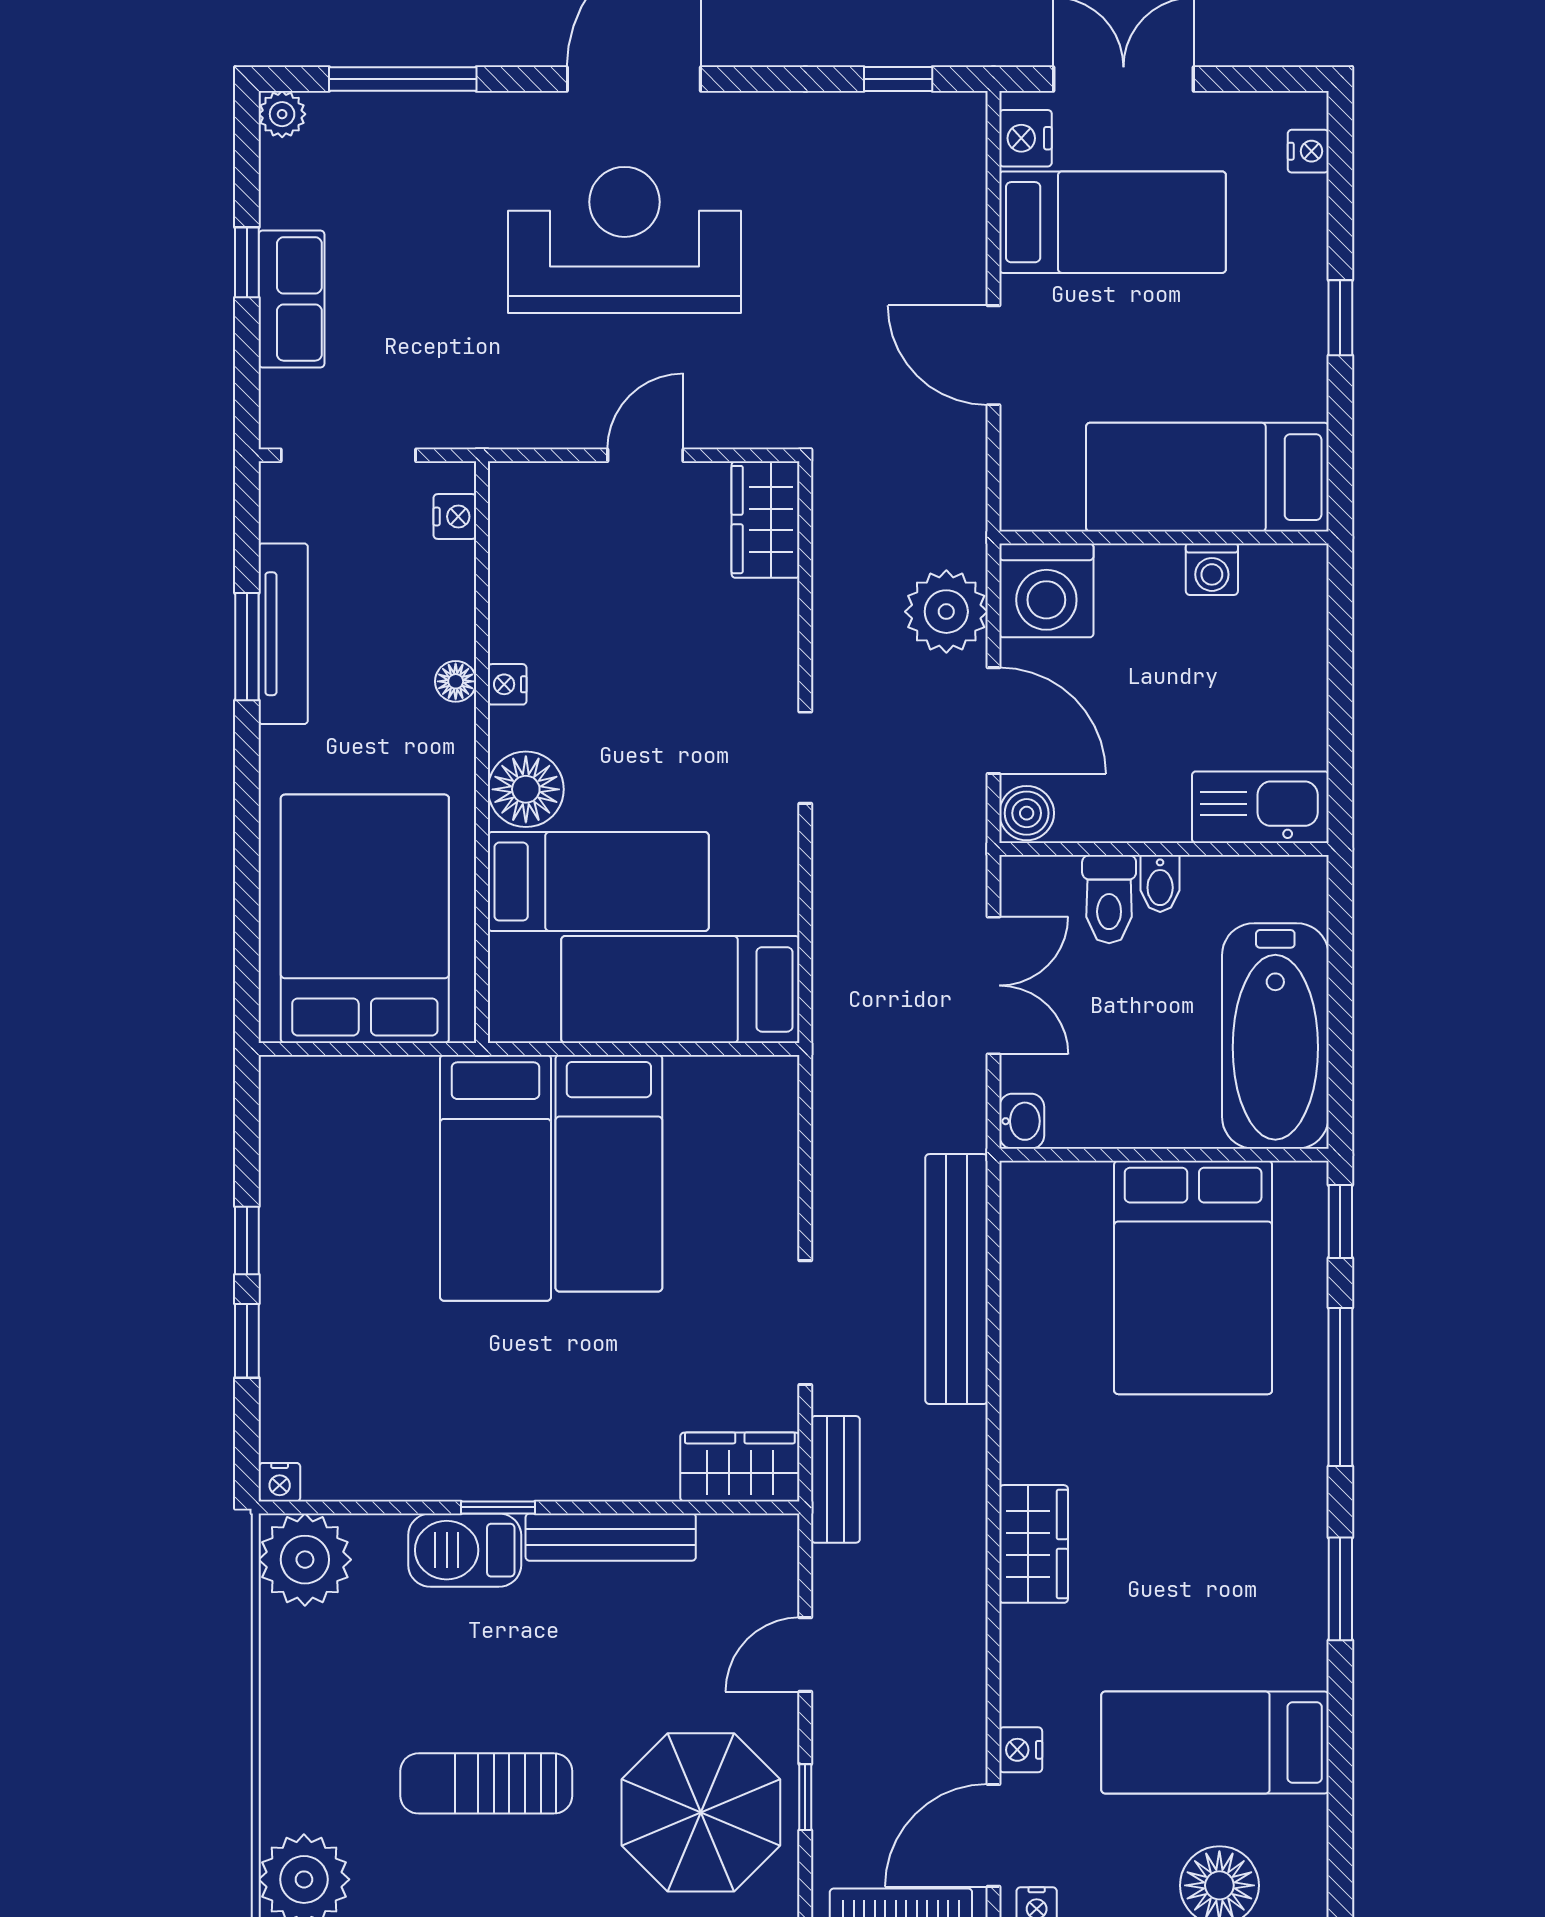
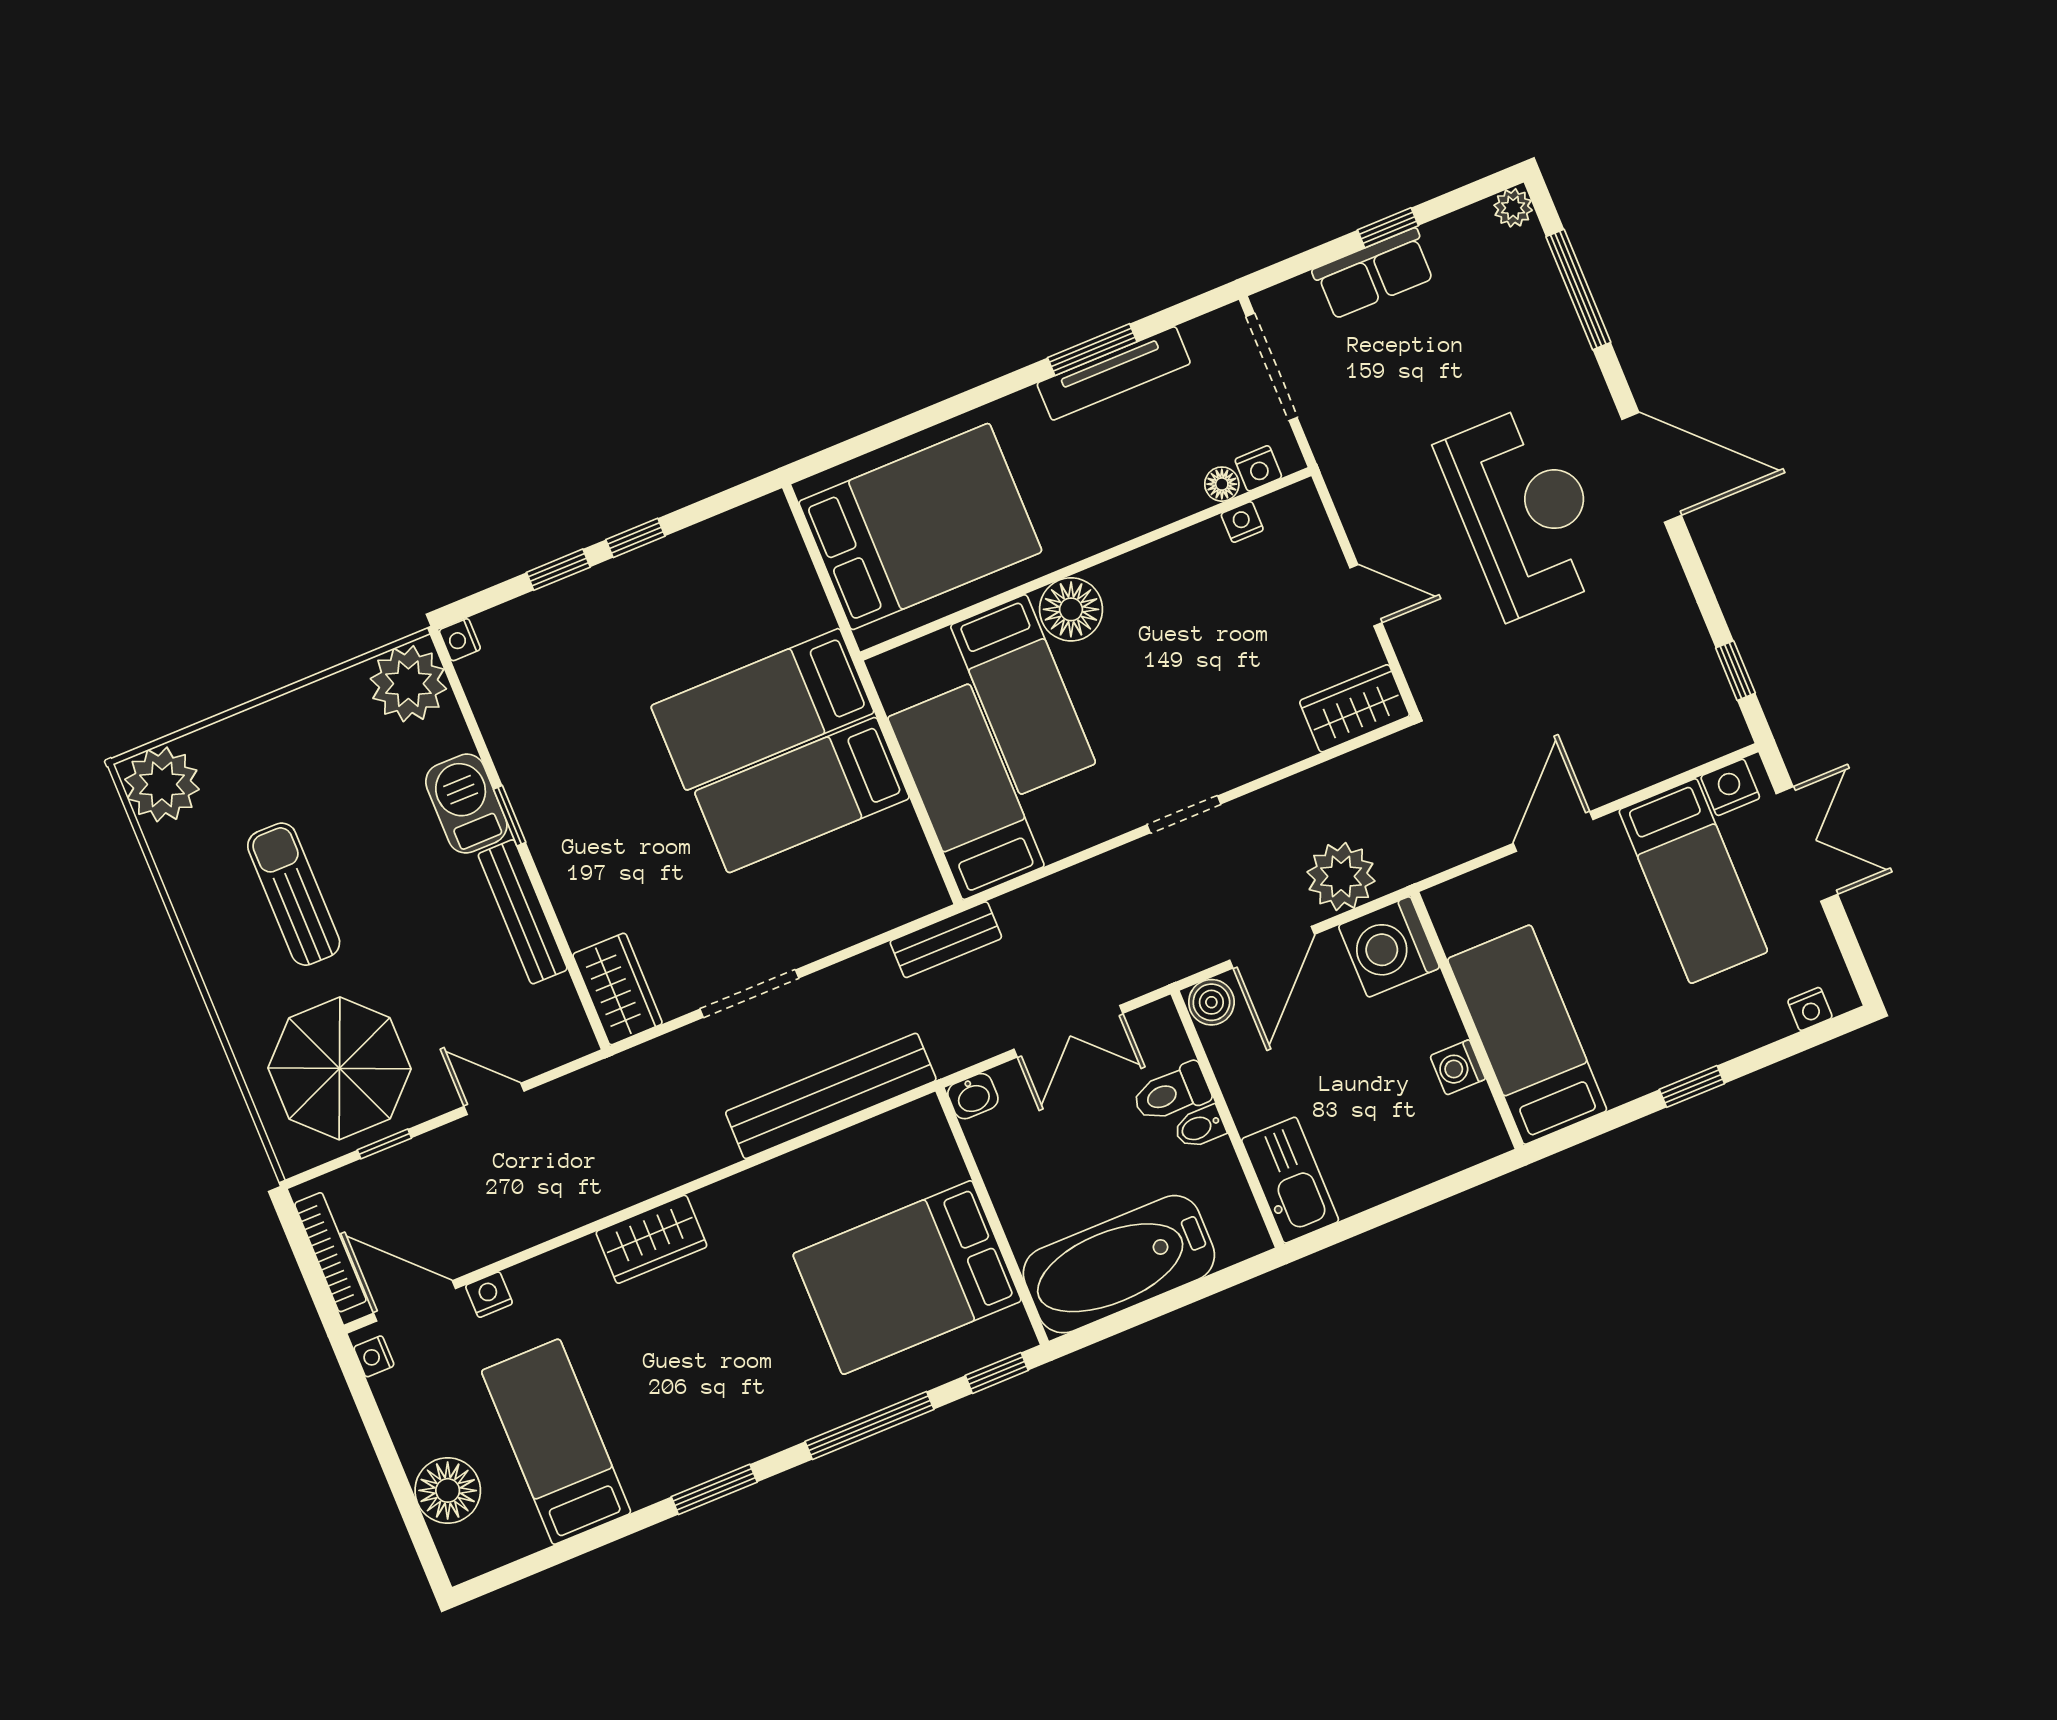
floor lamp: (456, 681) -> (1222, 484), moved
nightstand: (507, 684) -> (1242, 522), moved
bench: (835, 1479) -> (946, 940), moved

